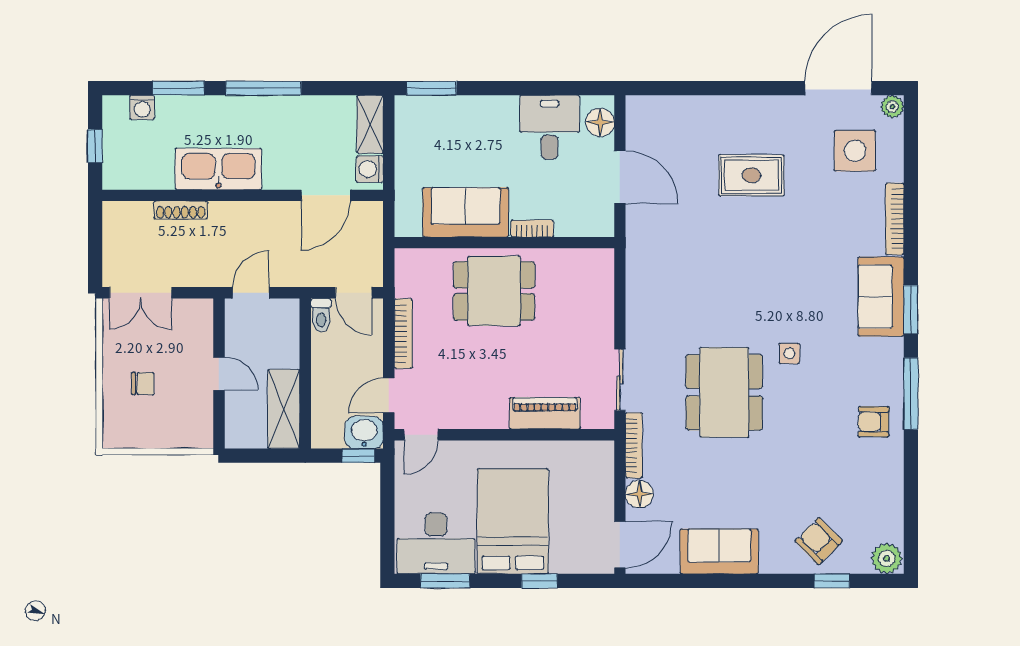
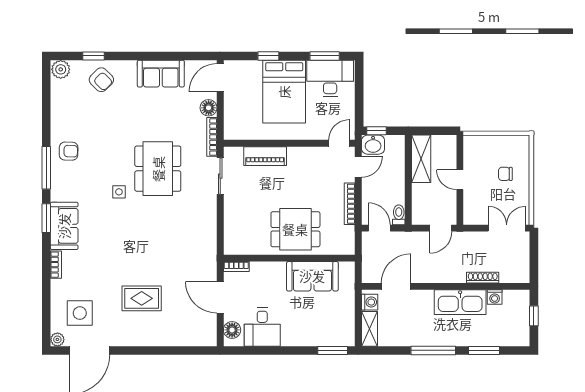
washing machine: (142, 107) -> (495, 297), moved, turned 180
bookcase: (895, 219) -> (56, 265), width x0.64
bookcase: (532, 229) -> (236, 267), moved

